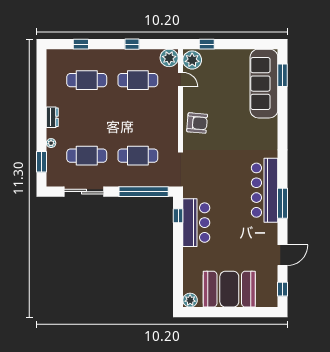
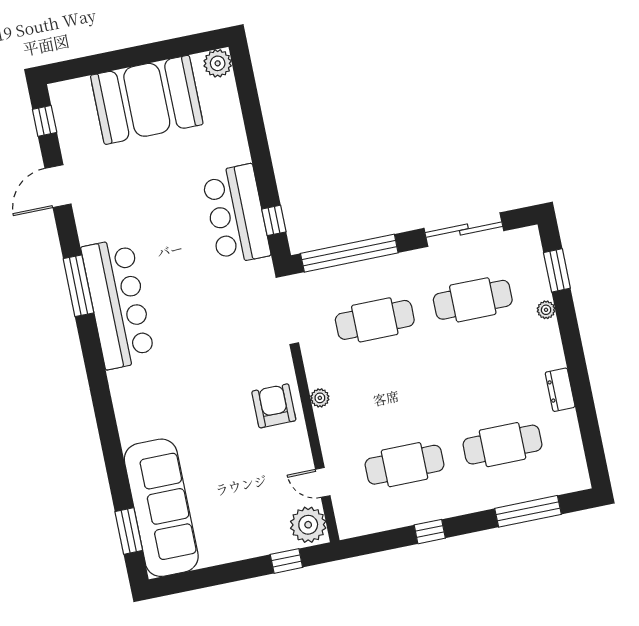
window: (81, 44) -> (528, 511), width x2.17
plant: (169, 58) -> (320, 398), moved, width x0.53, depth x0.53
dresser: (52, 117) -> (560, 390), moved
armchair: (197, 123) -> (274, 406), turned 85

